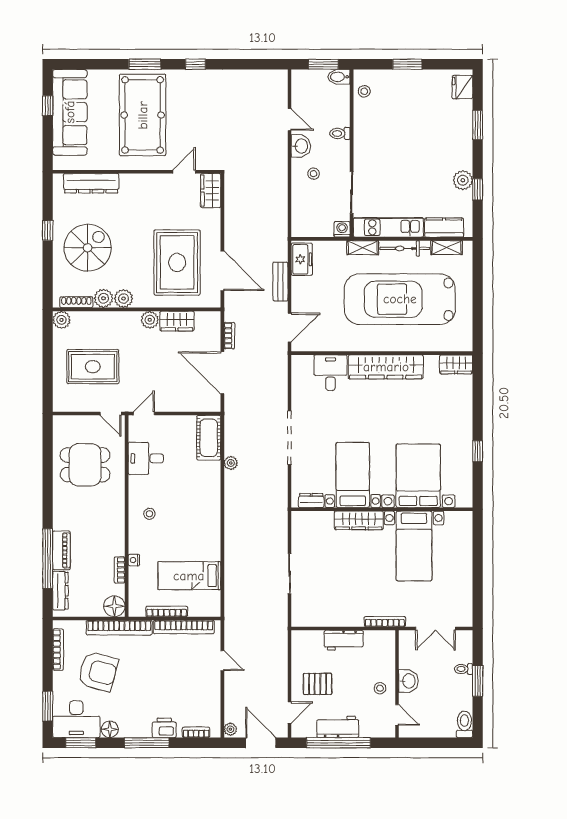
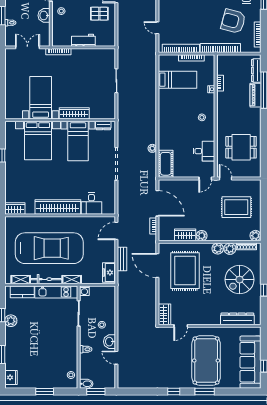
floor lamp: (114, 606) -> (223, 61), removed

